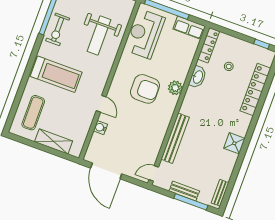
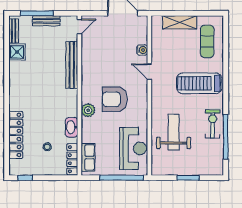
row of seats: (189, 28) -> (88, 157), moved, turned 90
shower: (234, 143) -> (17, 52), moved

